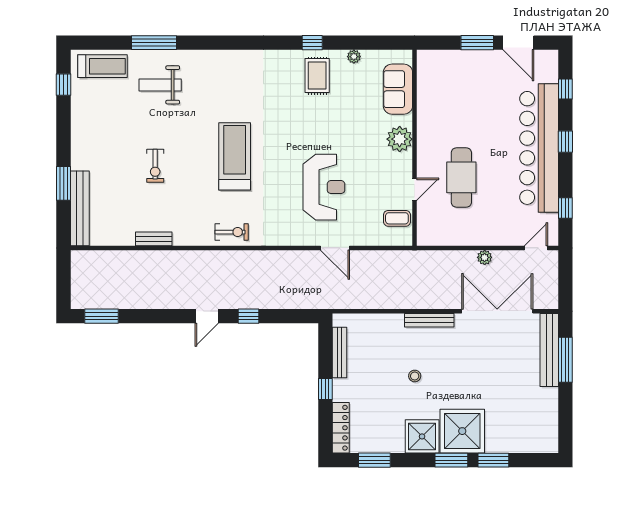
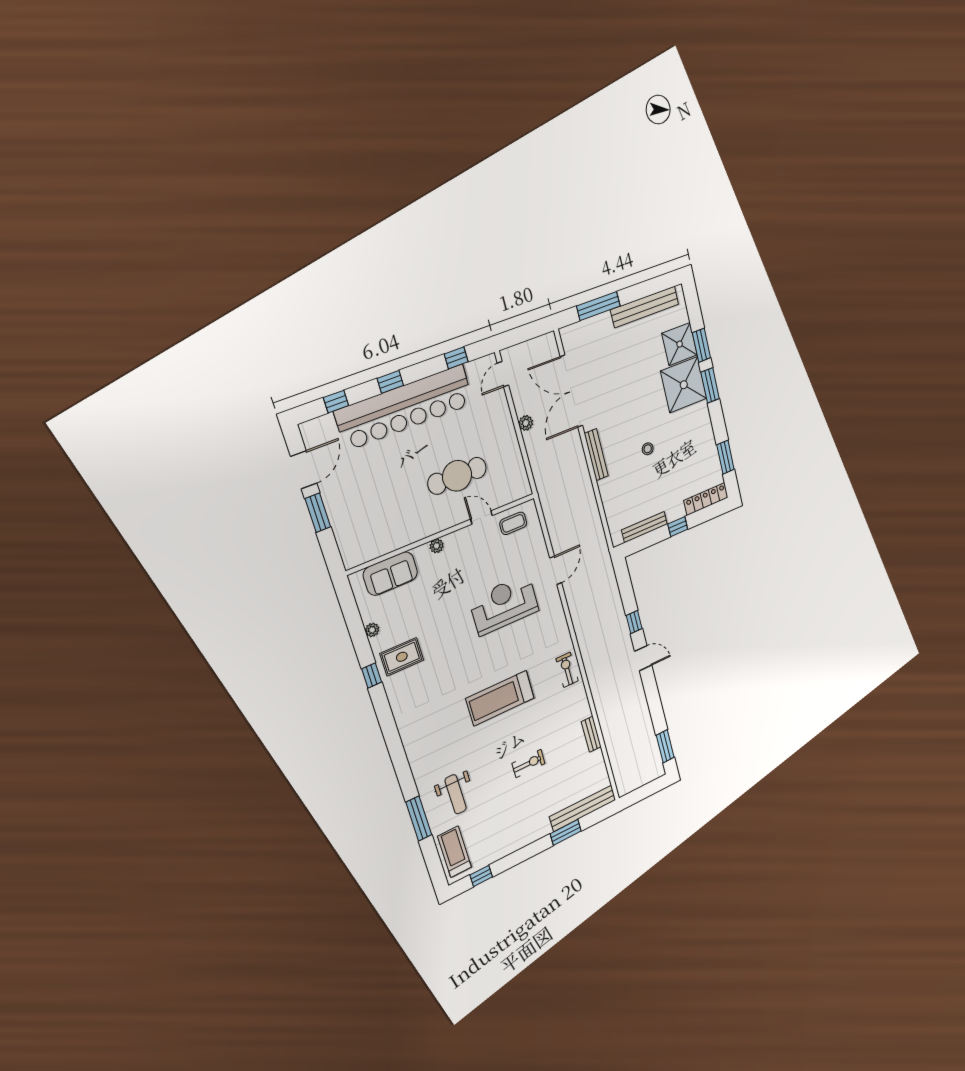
plant: (400, 139) -> (437, 546), width x0.53, depth x0.53
coffee table: (397, 218) -> (513, 523), turned 90
door: (536, 248) -> (503, 374), hinge flipped
bench: (549, 350) -> (645, 307), moved
shower: (422, 436) -> (680, 344), moved

